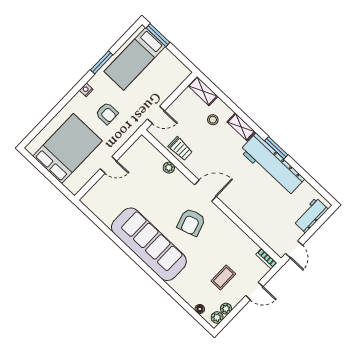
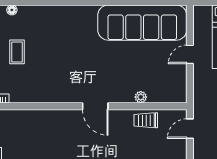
door: (205, 191) -> (95, 106), hinge flipped
armchair: (191, 222) -> (83, 71), removed
sofa: (149, 244) -> (142, 23), moved

